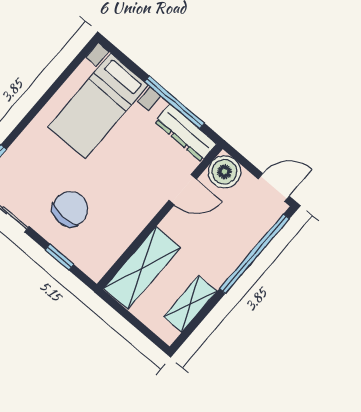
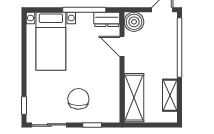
dresser: (186, 133) -> (107, 19), width x0.70
door: (183, 190) -> (122, 46), swing flipped

